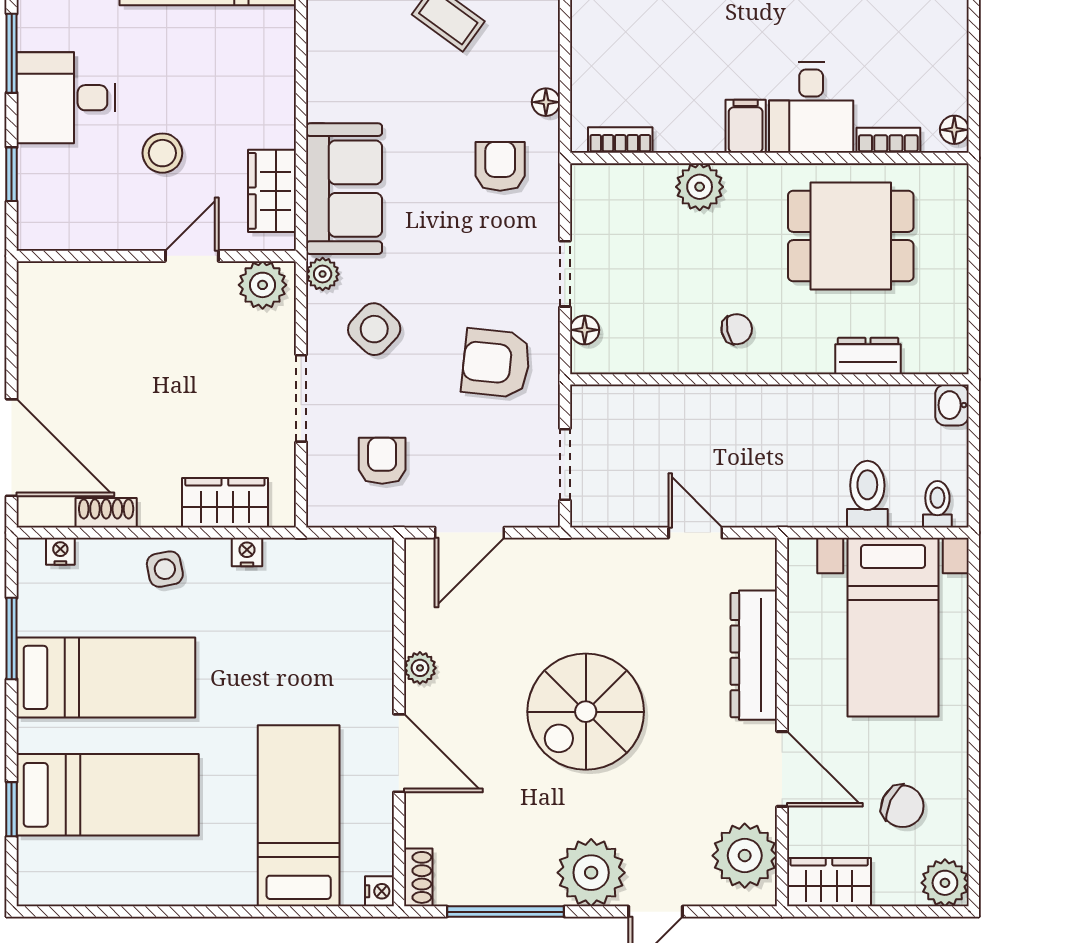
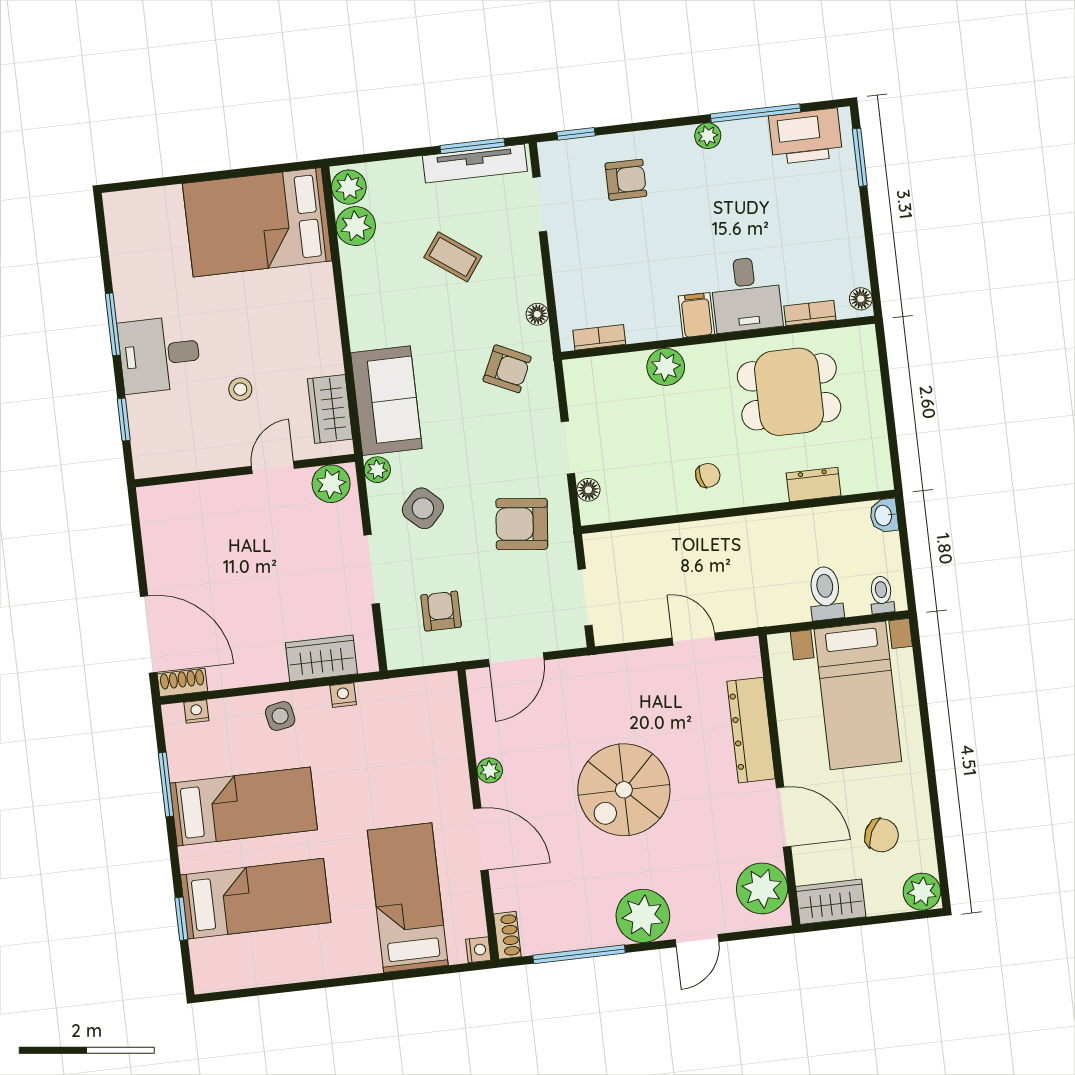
stool: (162, 153) -> (240, 389), width x0.73, depth x0.73
armchair: (500, 166) -> (507, 369), turned 115
shoe rack: (106, 513) -> (182, 682), moved

